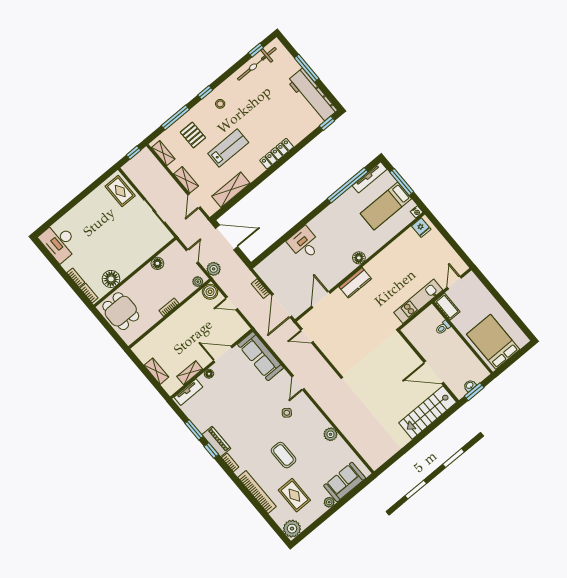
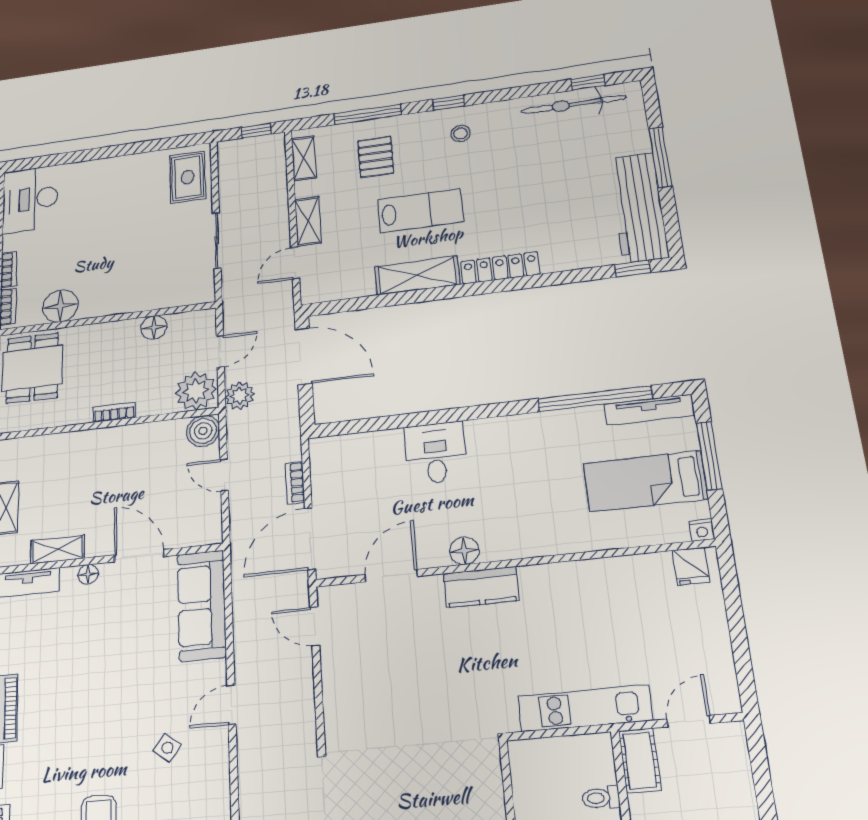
shelving: (231, 190) -> (417, 275), moved
floor lamp: (359, 258) -> (464, 551), moved
plant: (198, 282) -> (196, 391), width x1.88, depth x1.88

